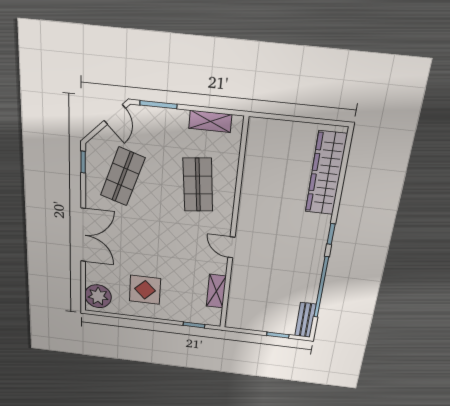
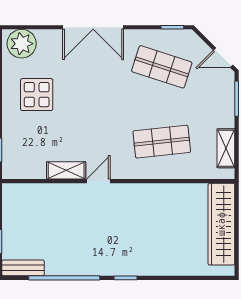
wardrobe: (326, 173) -> (221, 224), moved, turned -90
shelving: (216, 291) -> (66, 170), moved

